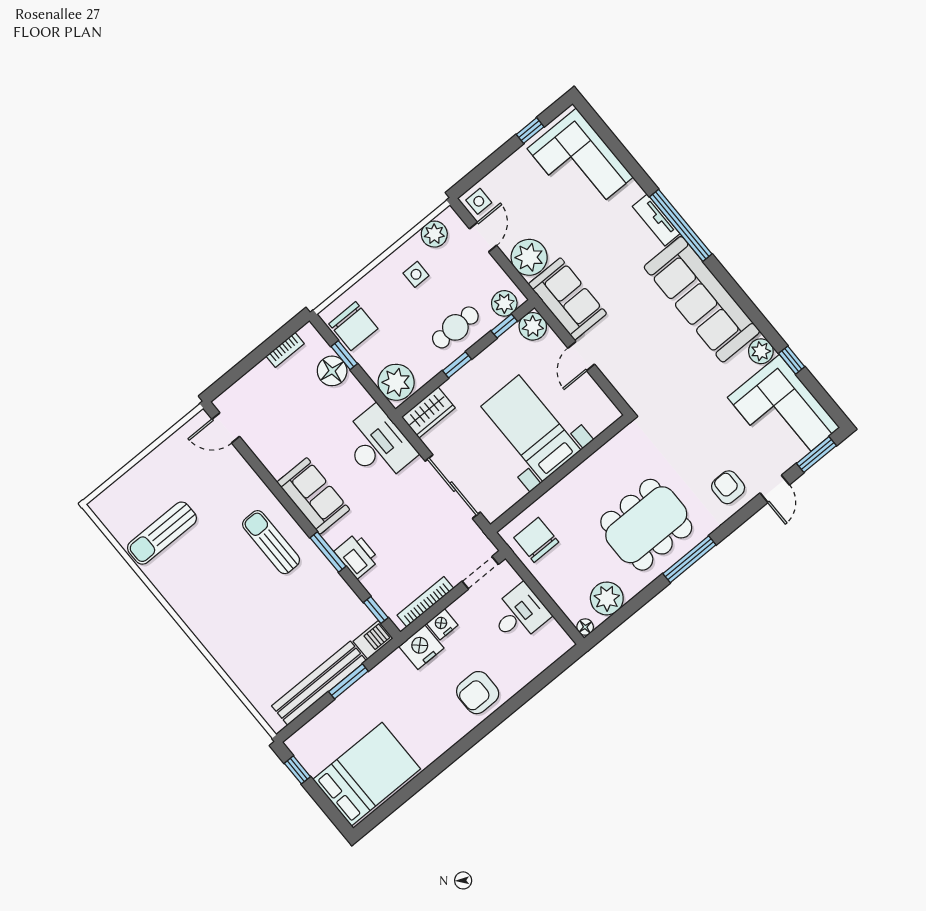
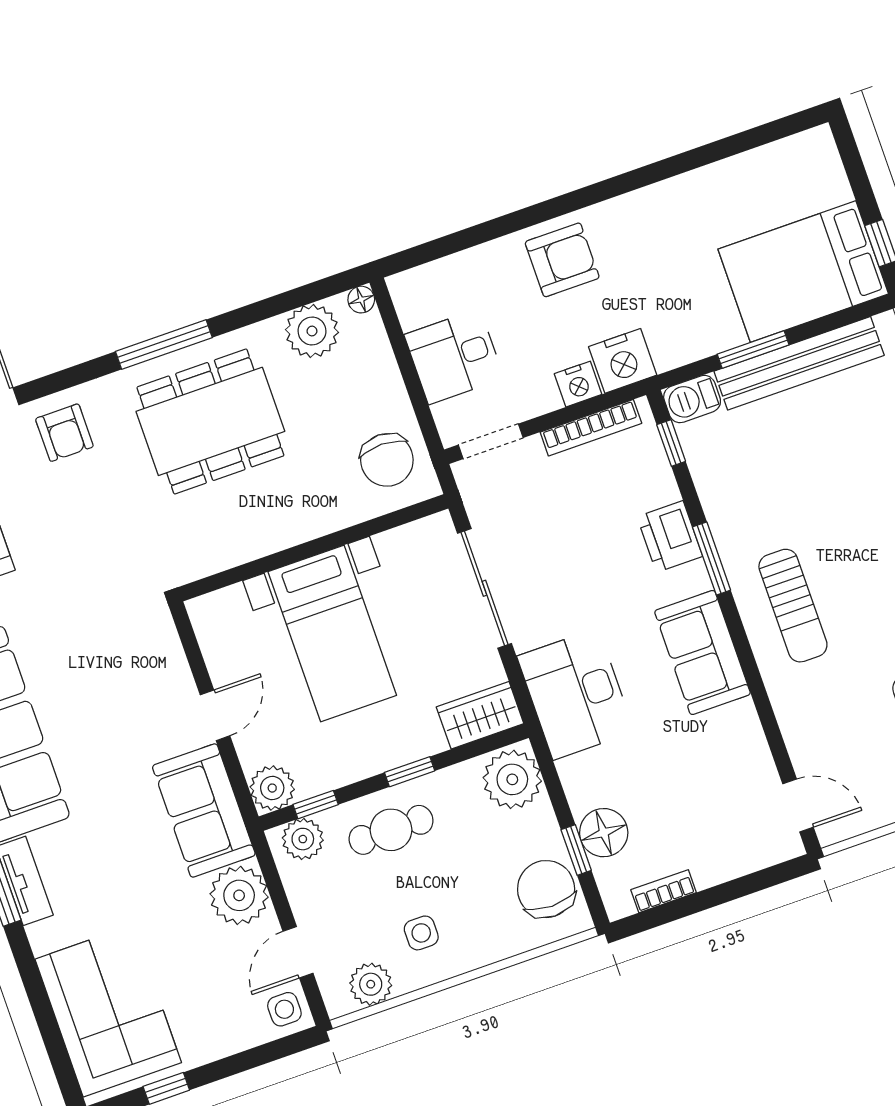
bed: (367, 774) -> (803, 272), moved

